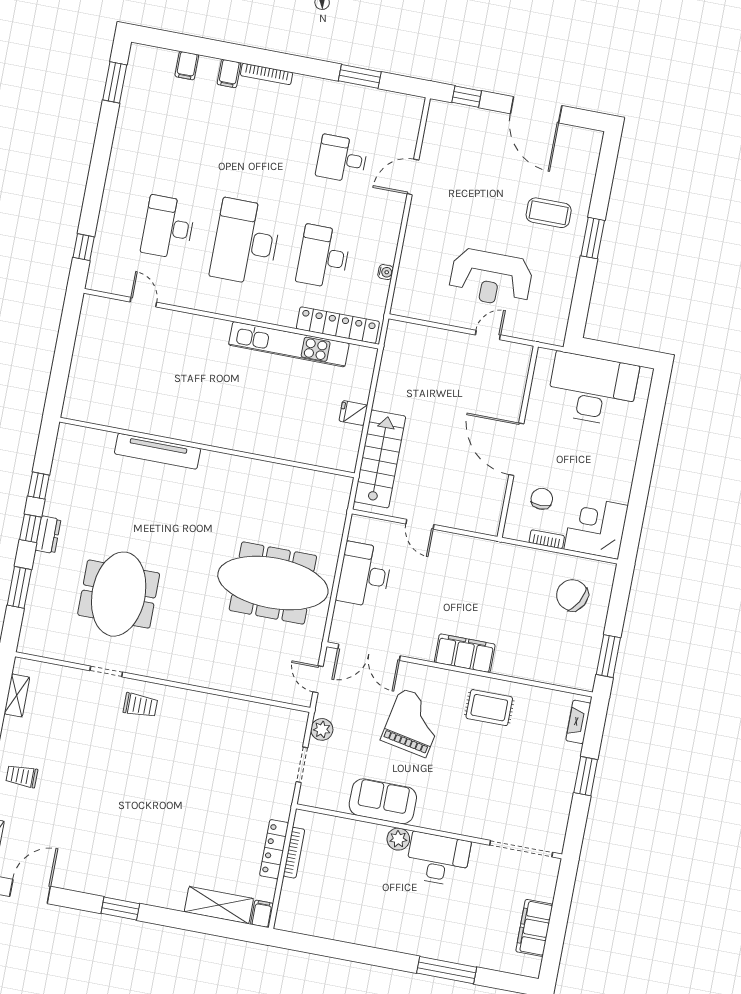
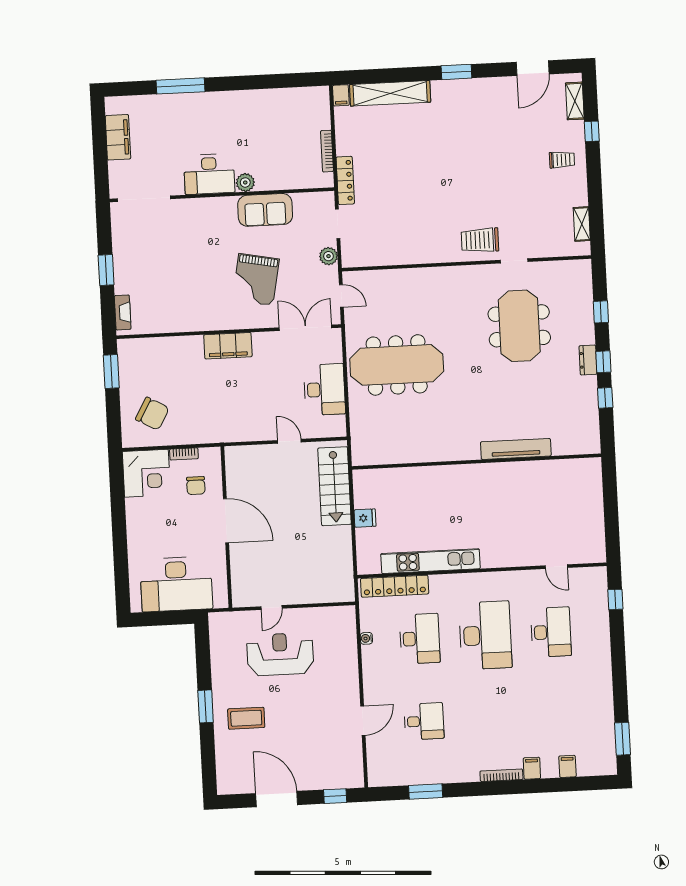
window: (19, 587) -> (601, 312), width x0.67
trolley: (140, 705) -> (480, 240), width x1.36, depth x1.39
rug: (489, 708) -> (197, 307), removed
locker: (274, 849) -> (345, 180), moved
shelving: (219, 905) -> (390, 93), width x1.47

